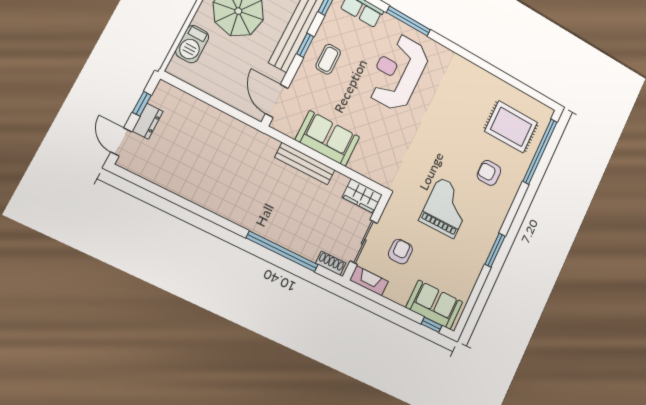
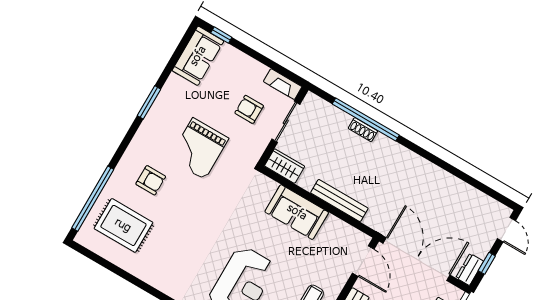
double door: (220, 105) -> (416, 259), added
dresser: (148, 121) -> (470, 269), moved
sofa: (327, 138) -> (297, 212), moved
armchair: (400, 252) -> (249, 109), turned 90
shoe rack: (331, 263) -> (363, 130), moved
sofa: (434, 305) -> (198, 56), moved, turned -90

